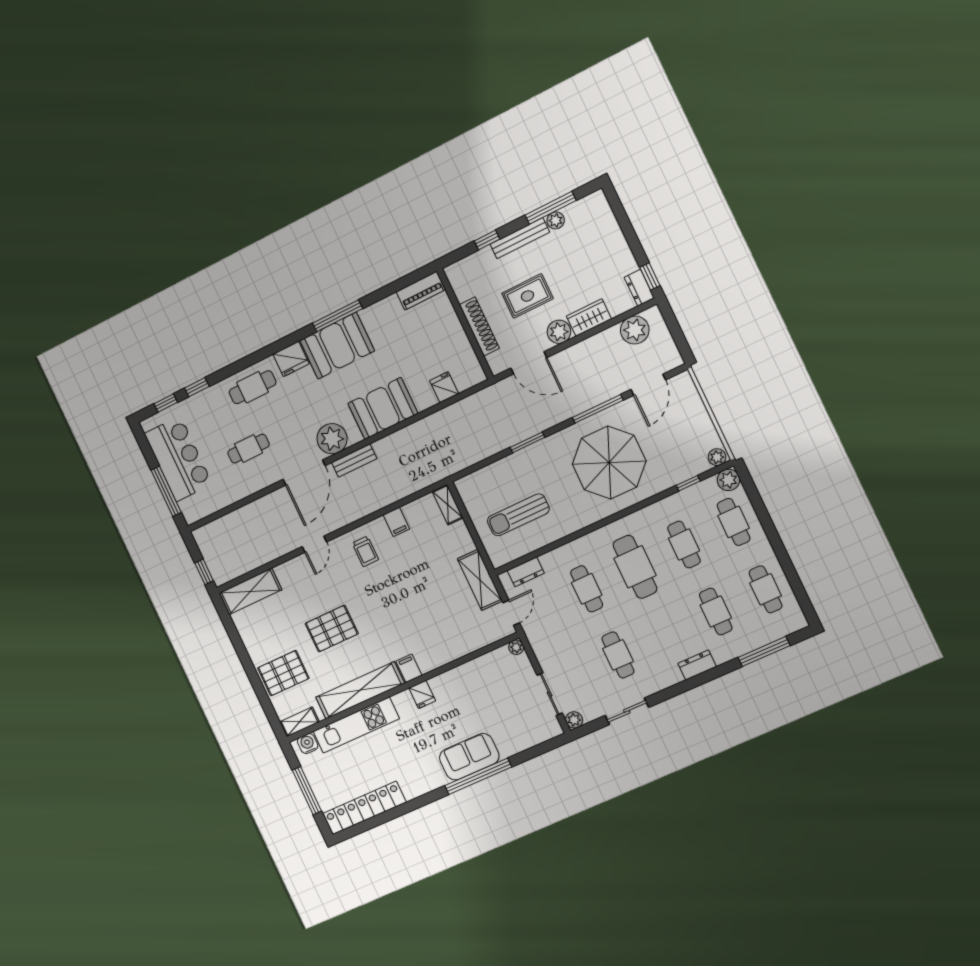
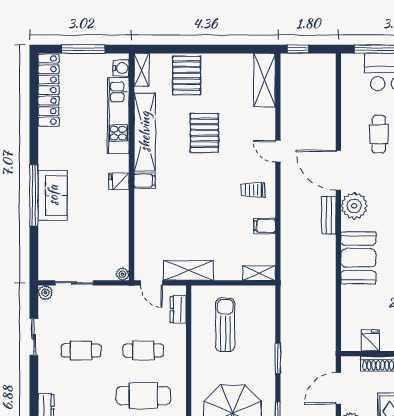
fridge: (444, 387) -> (370, 340), moved, turned -90

